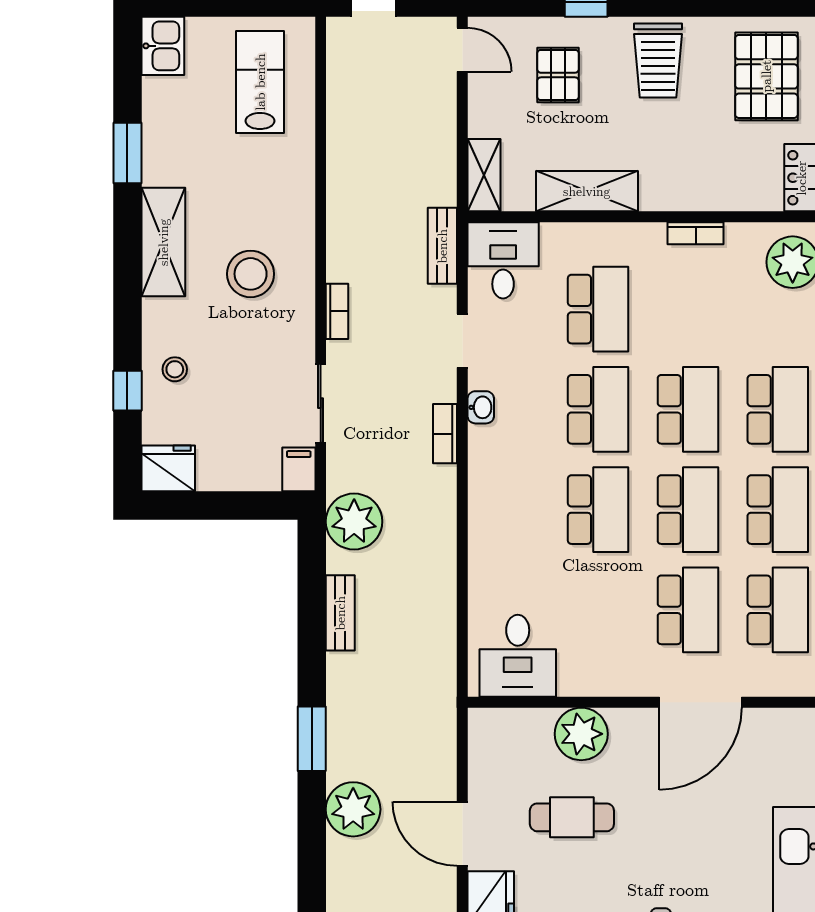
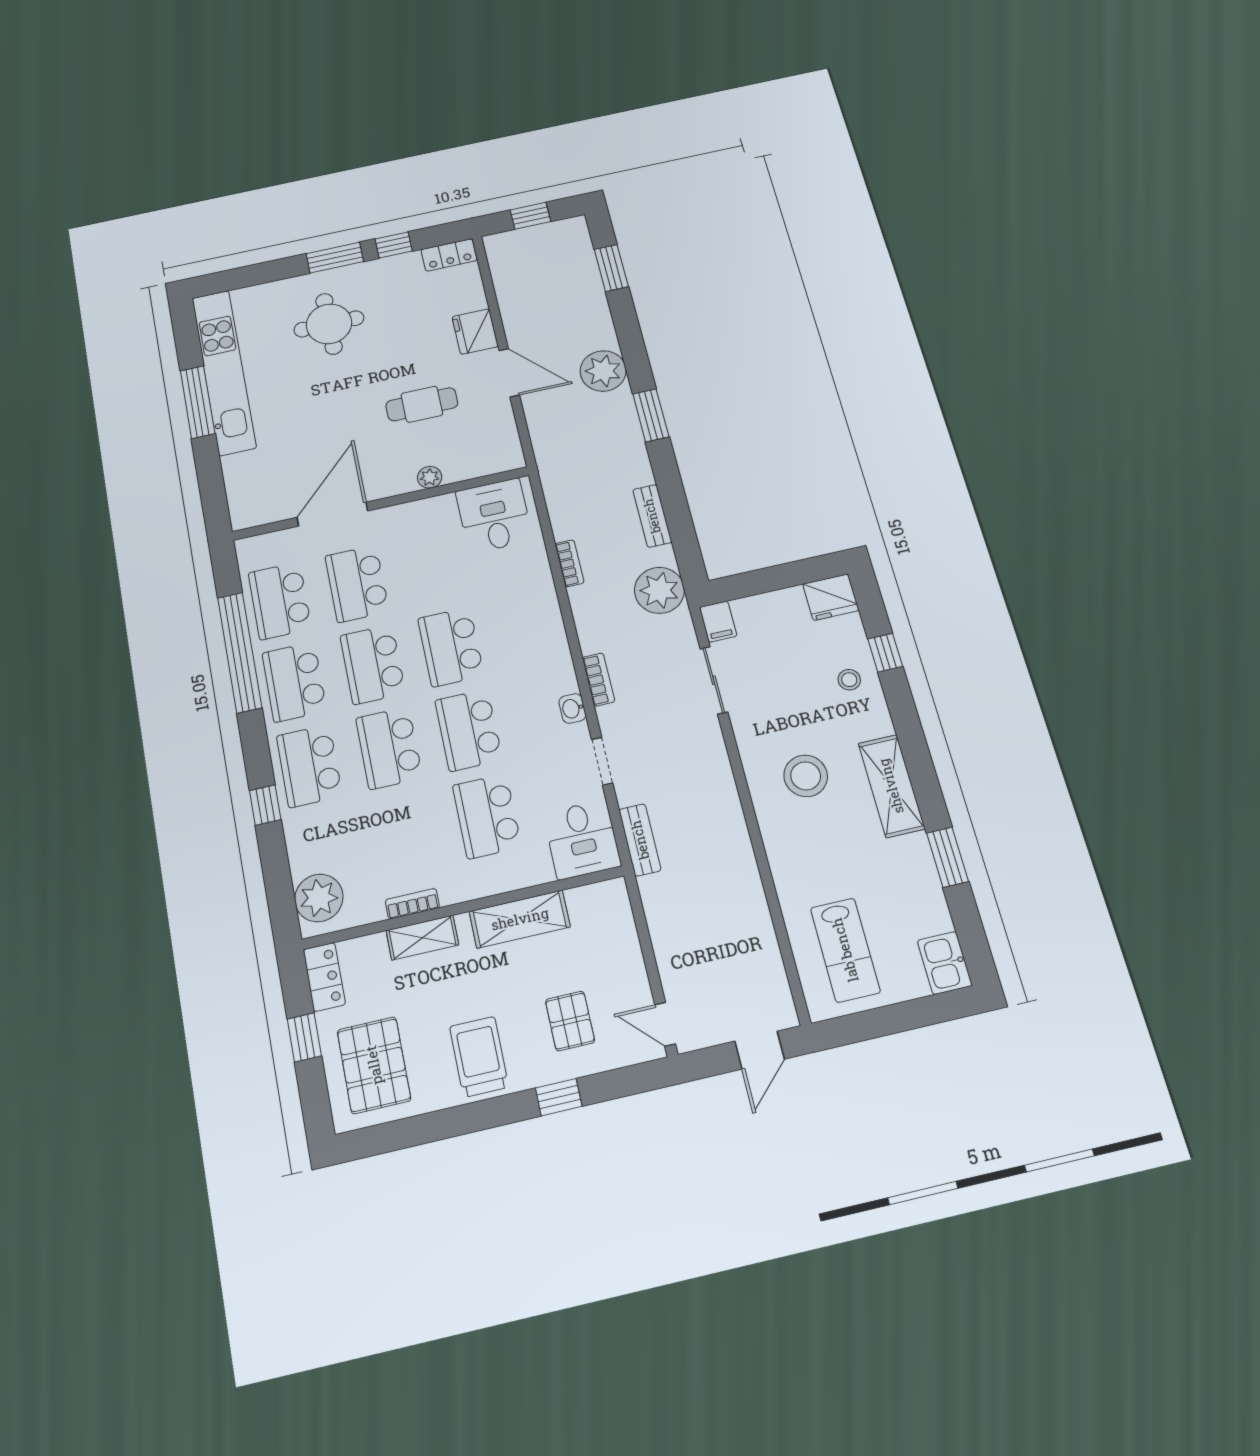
shelving: (484, 175) -> (422, 938), moved, turned 90
bookcase: (337, 311) -> (570, 563), moved, turned 180
plant: (581, 734) -> (430, 477), width x0.53, depth x0.53

